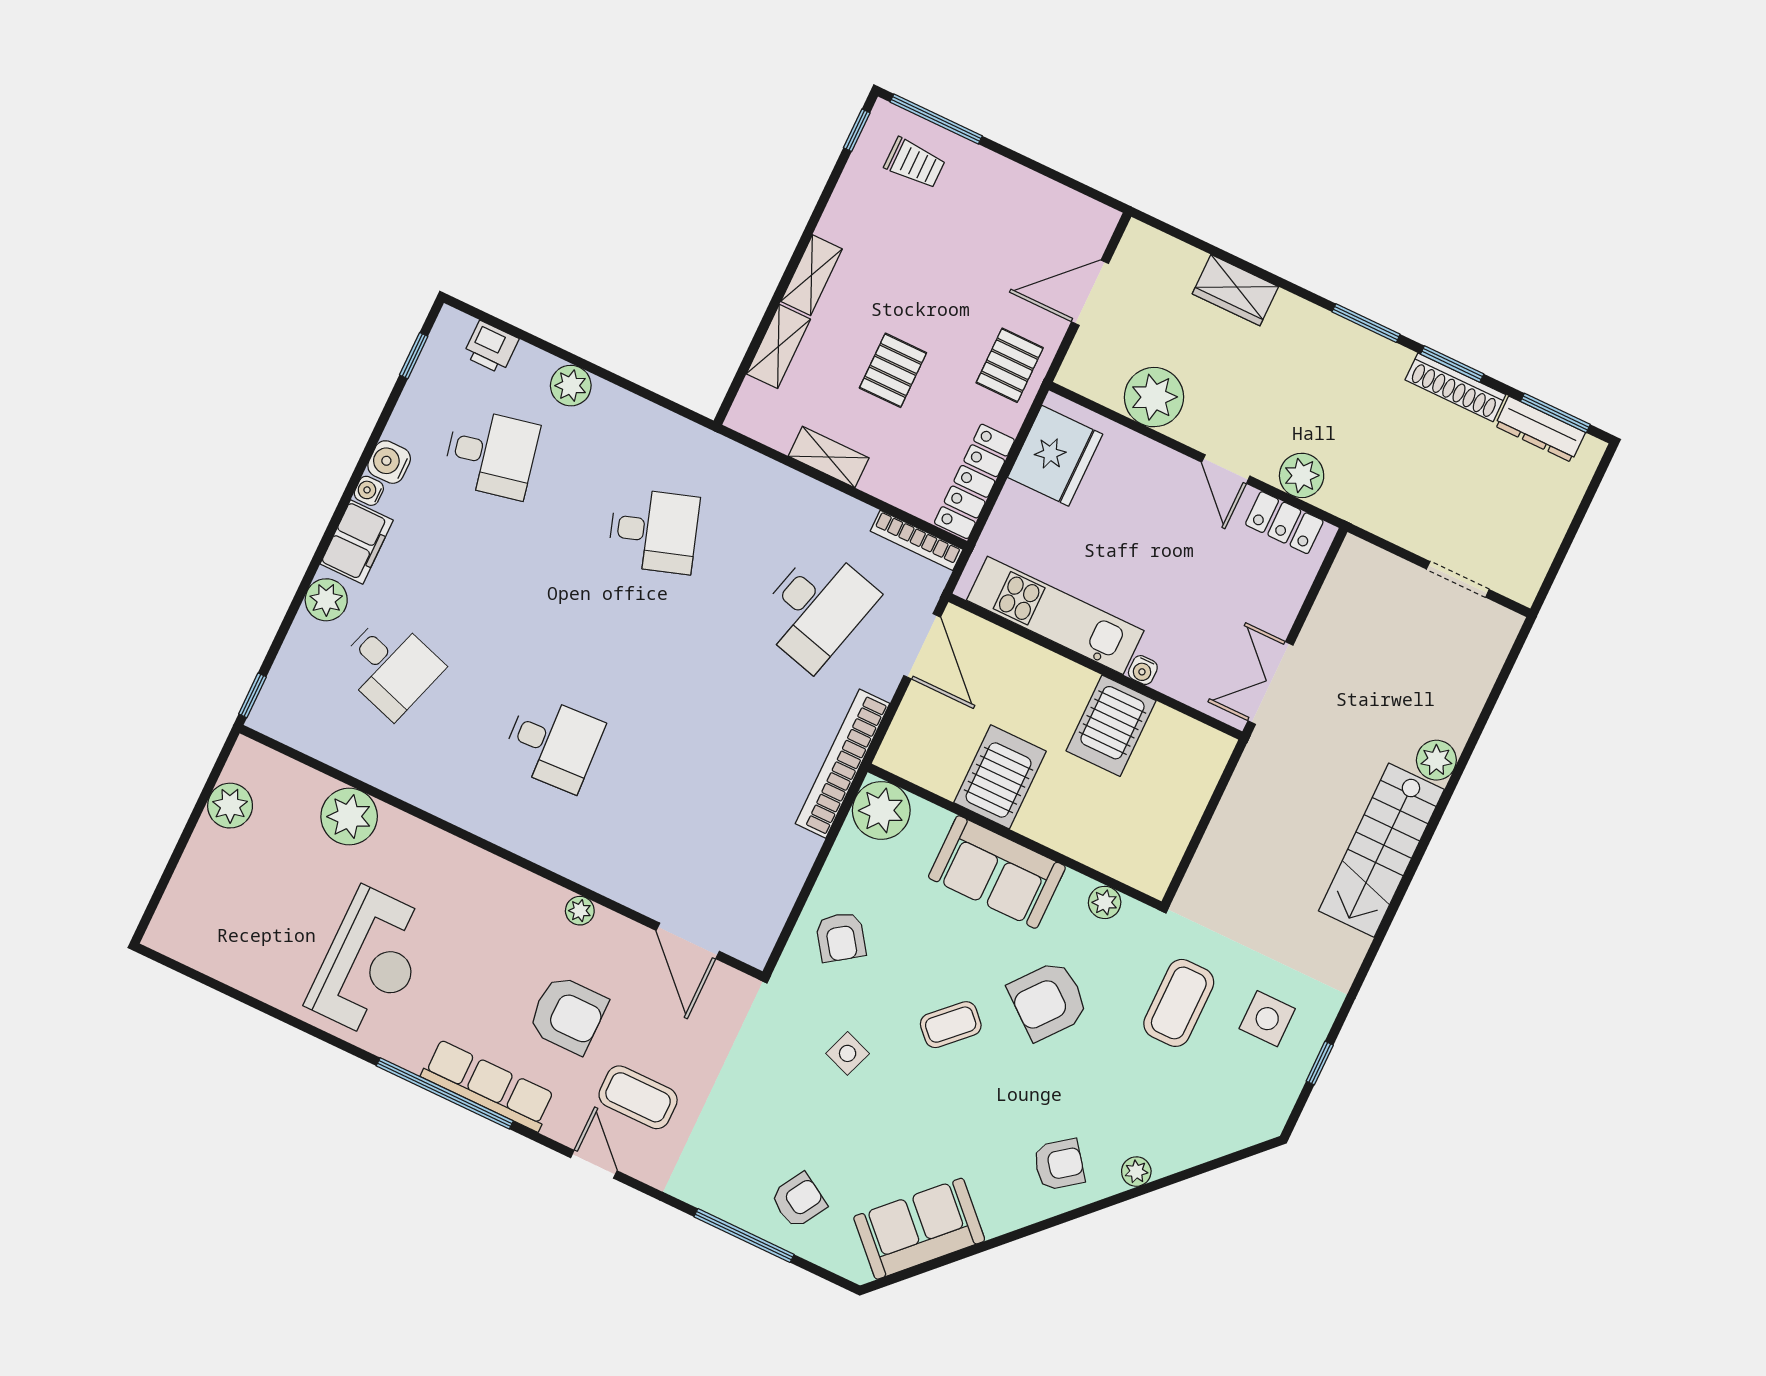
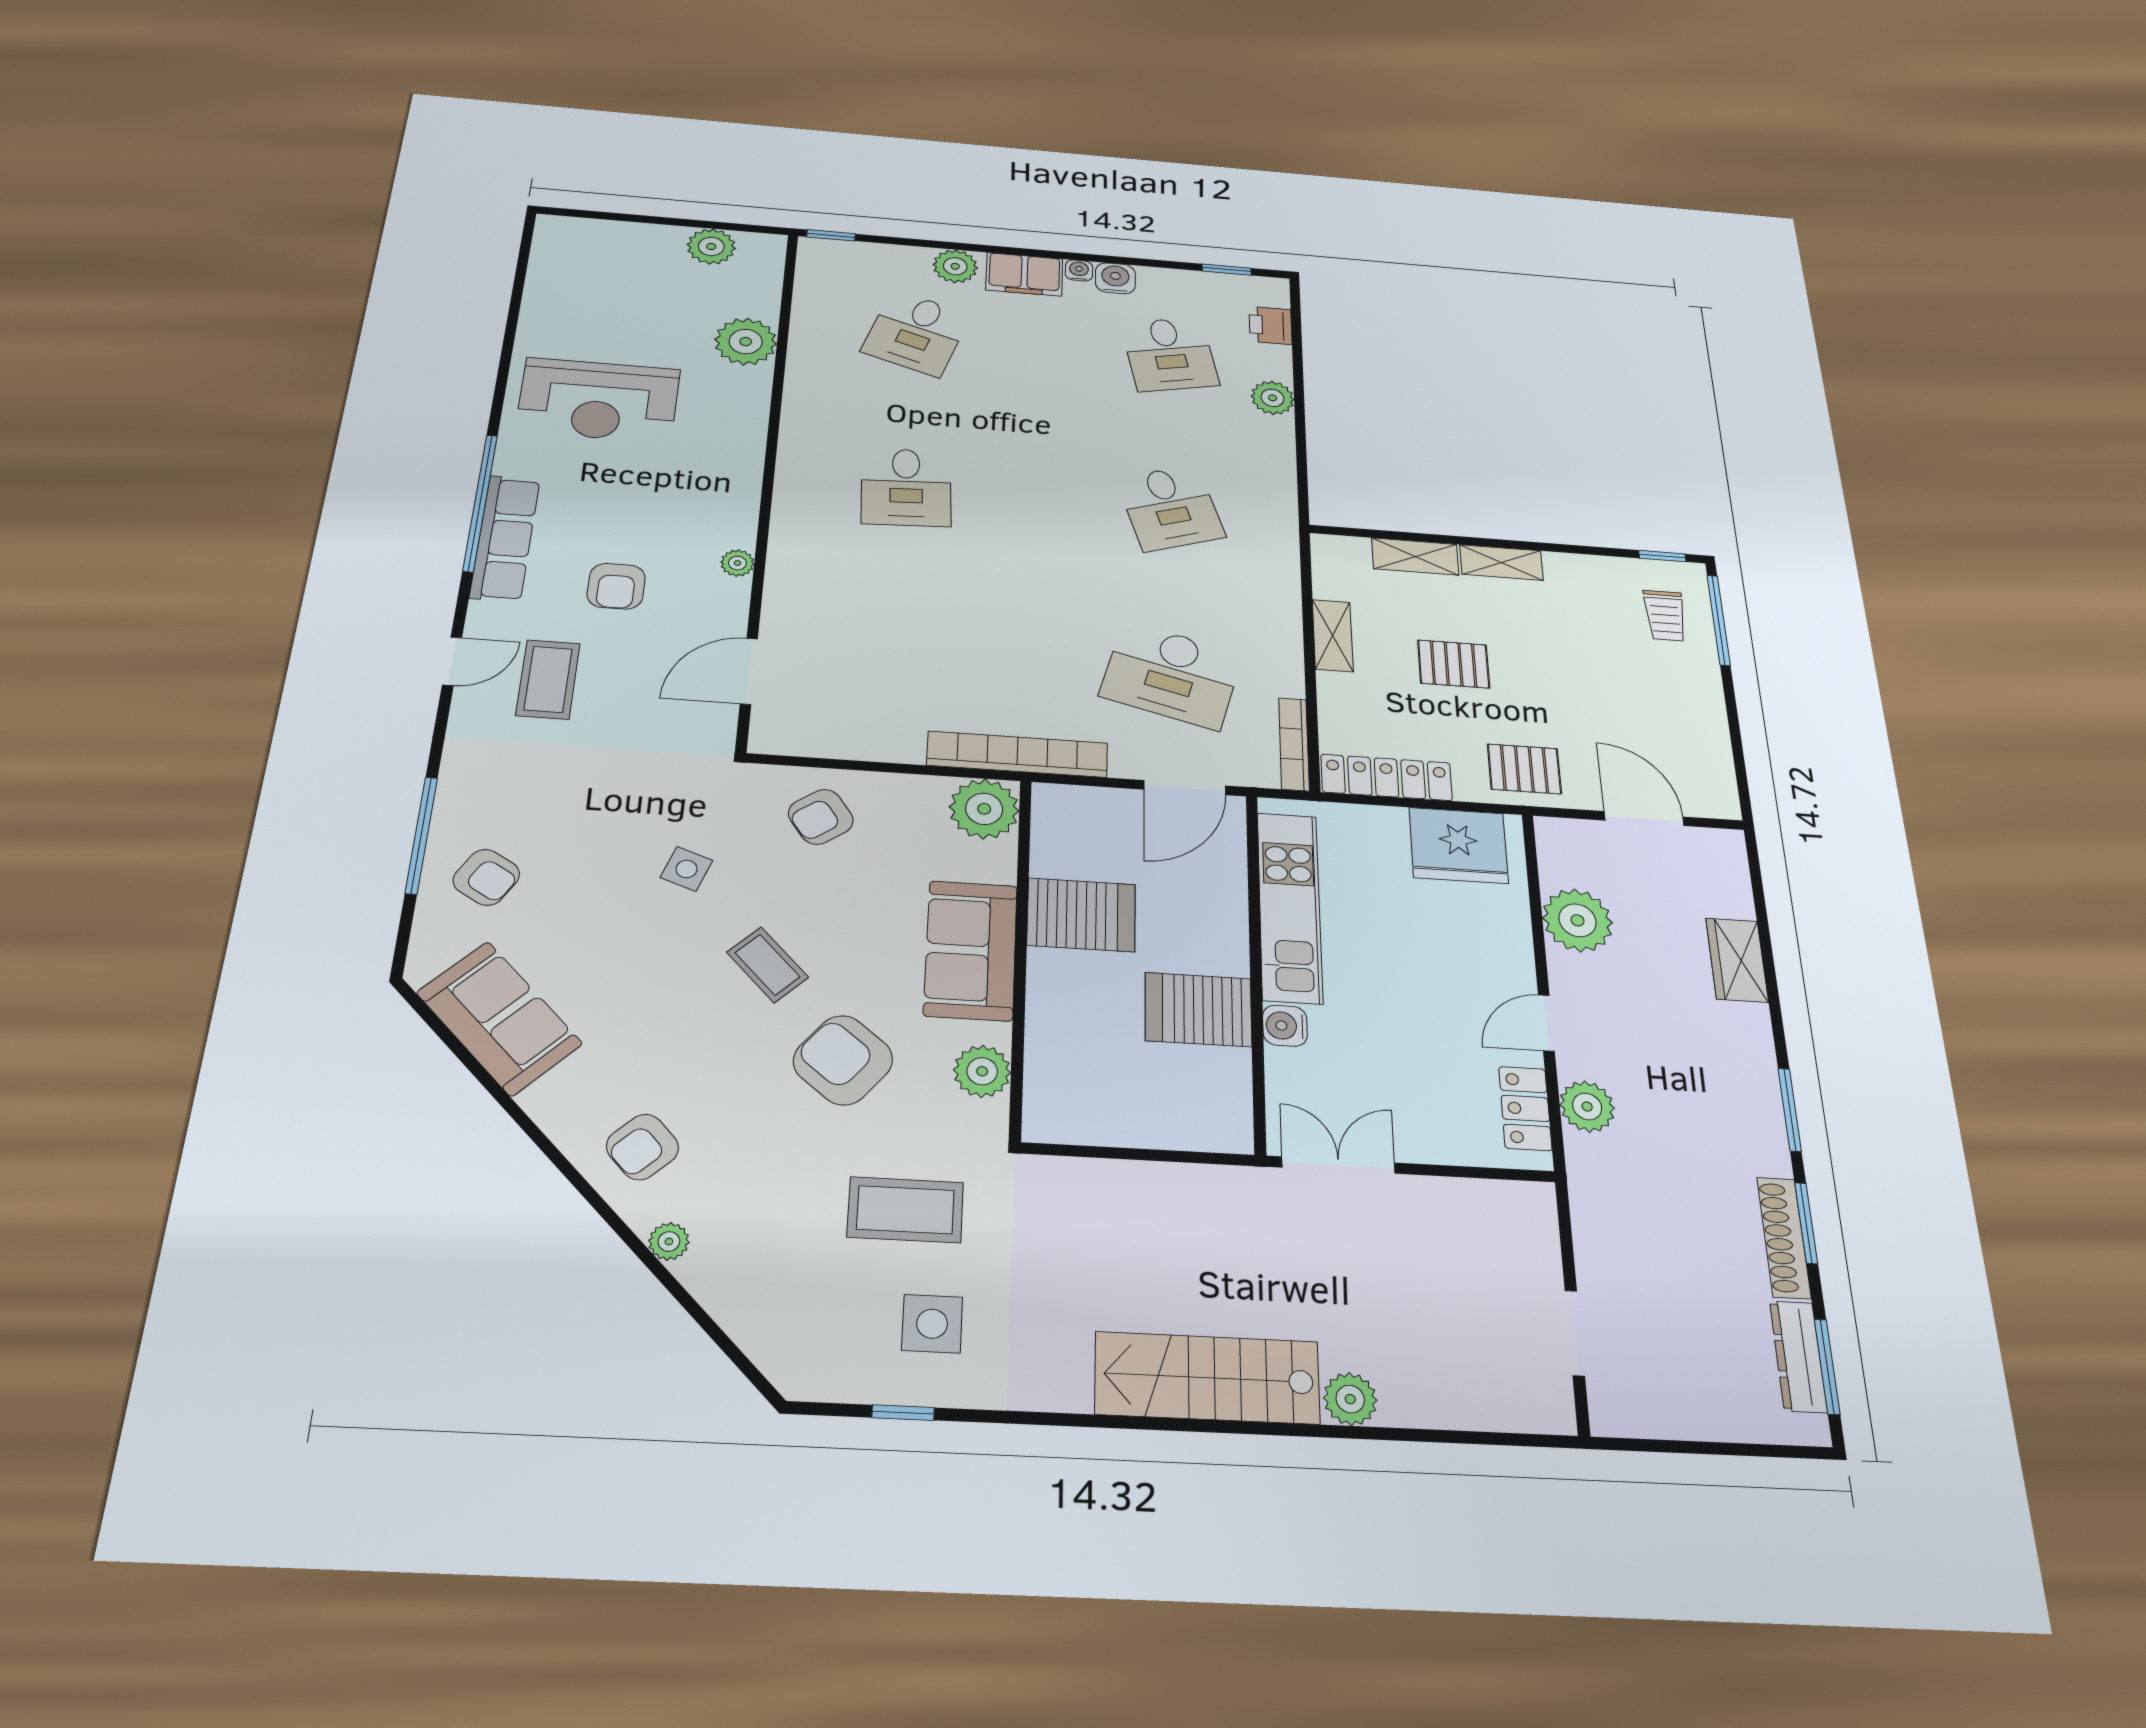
water cooler: (1143, 670) -> (1285, 1026), width x1.38, depth x1.38
plant: (1105, 902) -> (982, 1071), width x1.38, depth x1.38
armchair: (568, 1015) -> (616, 586), width x0.72, depth x0.72
armchair: (1059, 1164) -> (642, 1147), turned 84

